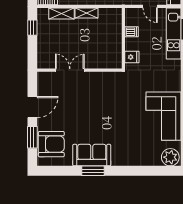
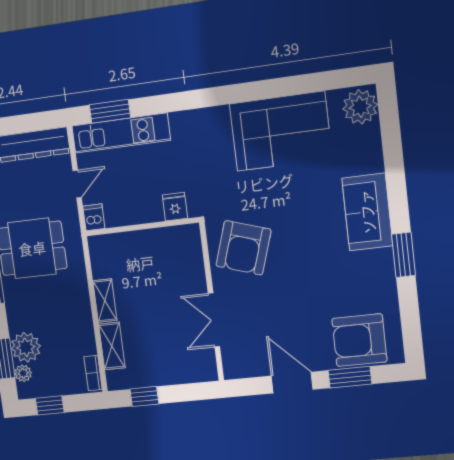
dishwasher: (131, 32) -> (94, 217), moved
armchair: (106, 90) -> (243, 248), added
armchair: (51, 144) -> (359, 340), turned -90
sofa: (92, 155) -> (367, 212), moved

